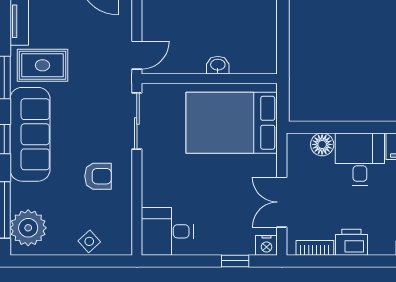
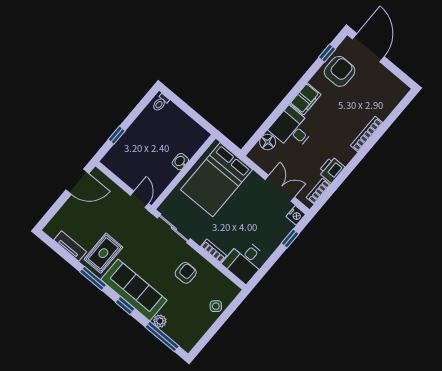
bookcase: (149, 187) -> (214, 251), added
double door: (282, 202) -> (280, 188), swing flipped
plant: (28, 228) -> (160, 321), moved, width x0.53, depth x0.53

